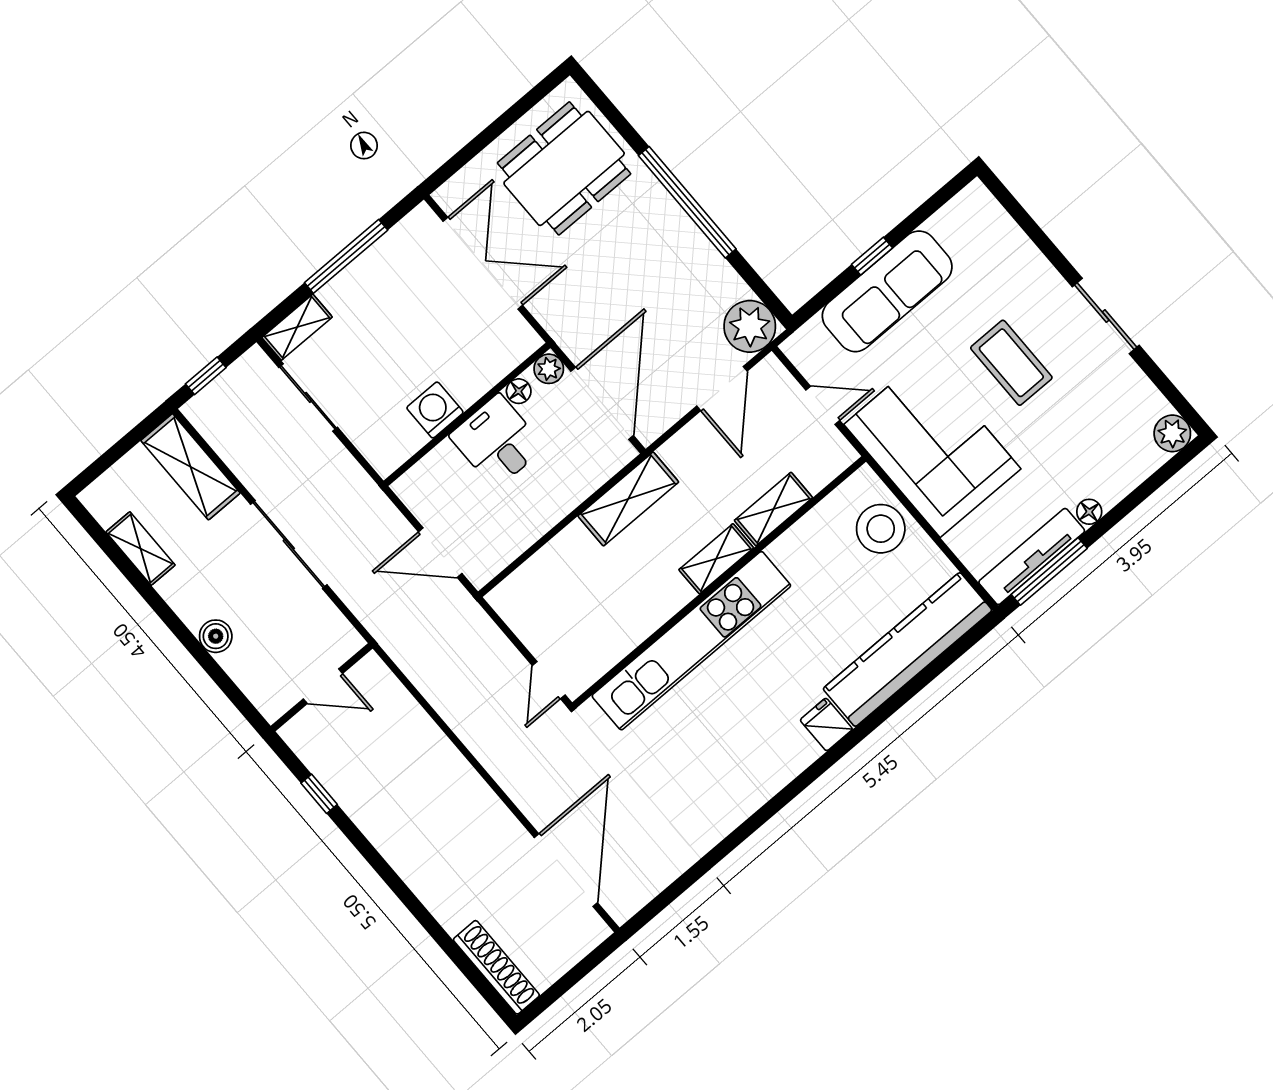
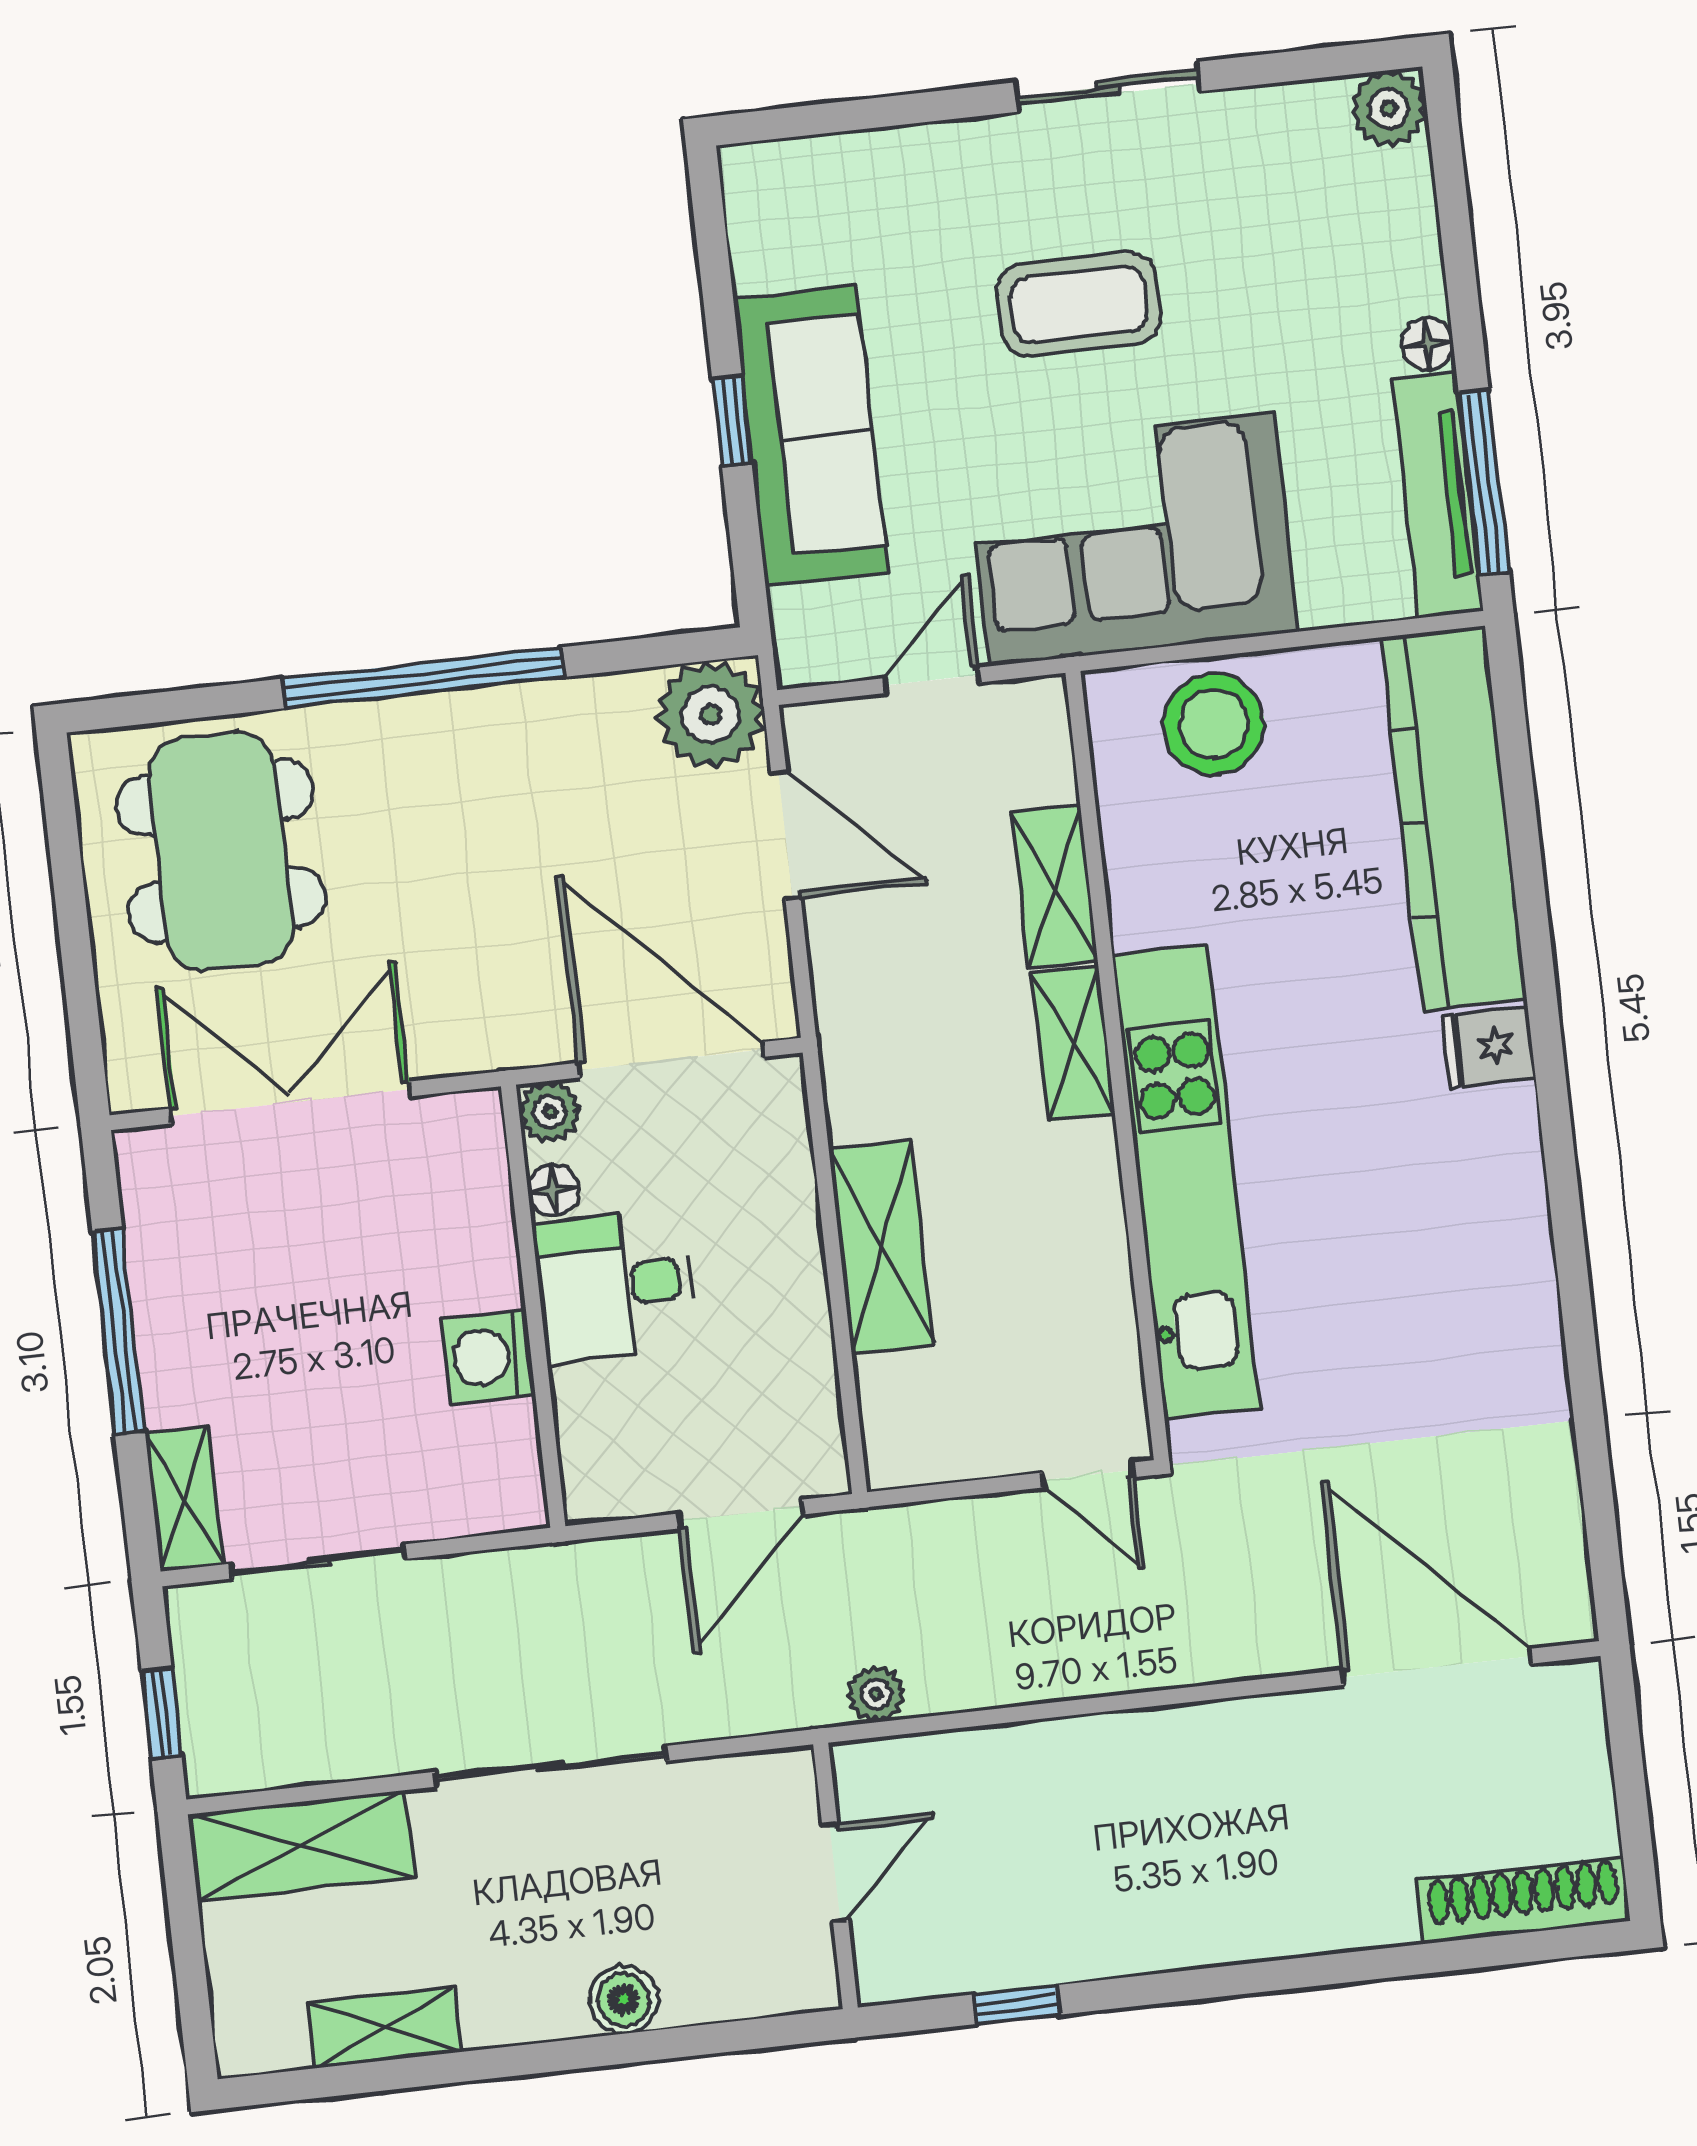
shelving: (628, 499) -> (881, 1247), moved
plant: (405, 655) -> (876, 1694), added

